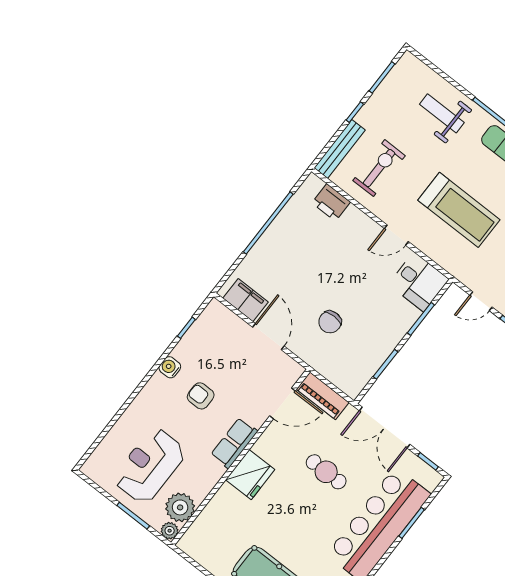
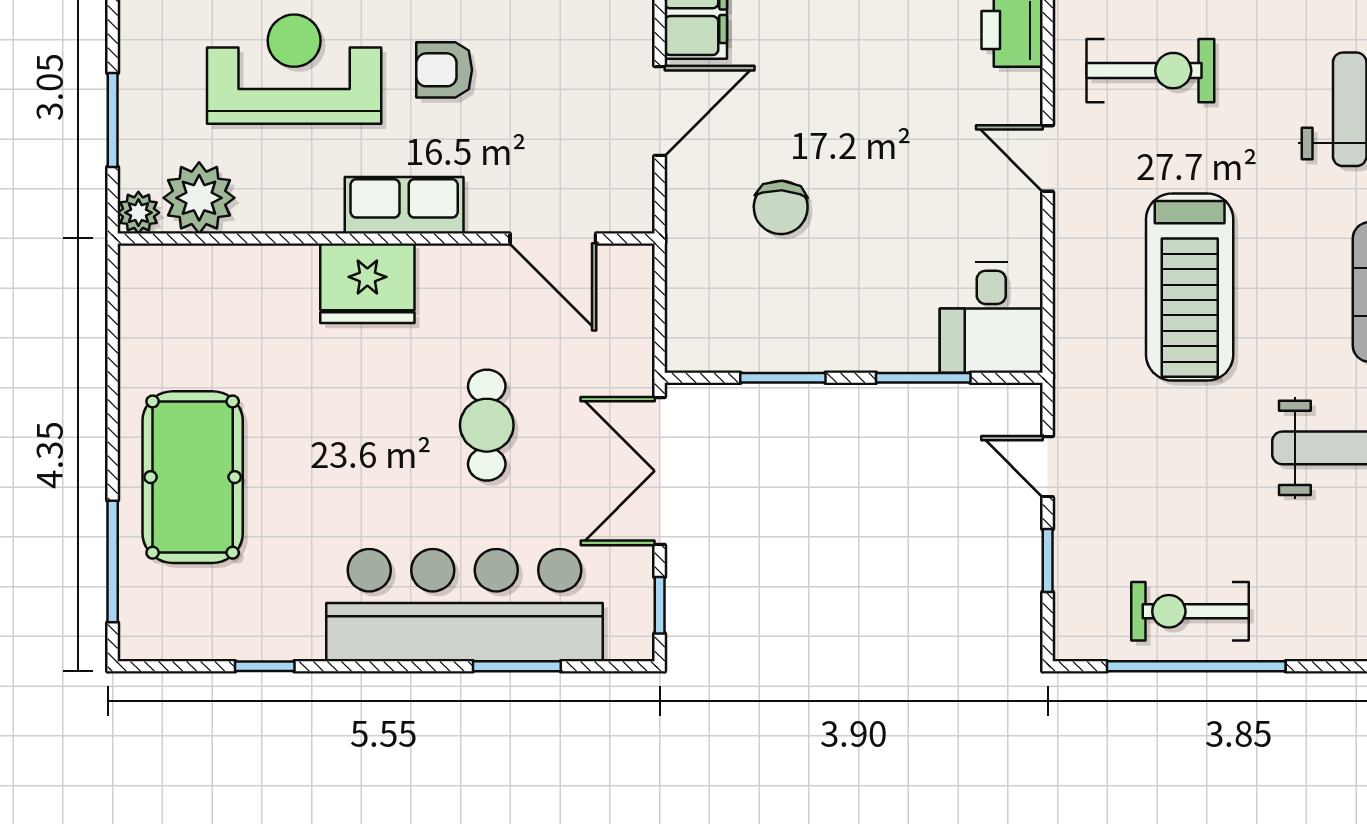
door: (396, 235) -> (1048, 159), moved
chair: (330, 322) -> (781, 207), turned -87
armchair: (201, 396) -> (444, 70), turned -90
piano: (323, 396) -> (628, 304), removed
reception desk: (150, 466) -> (294, 69), moved

